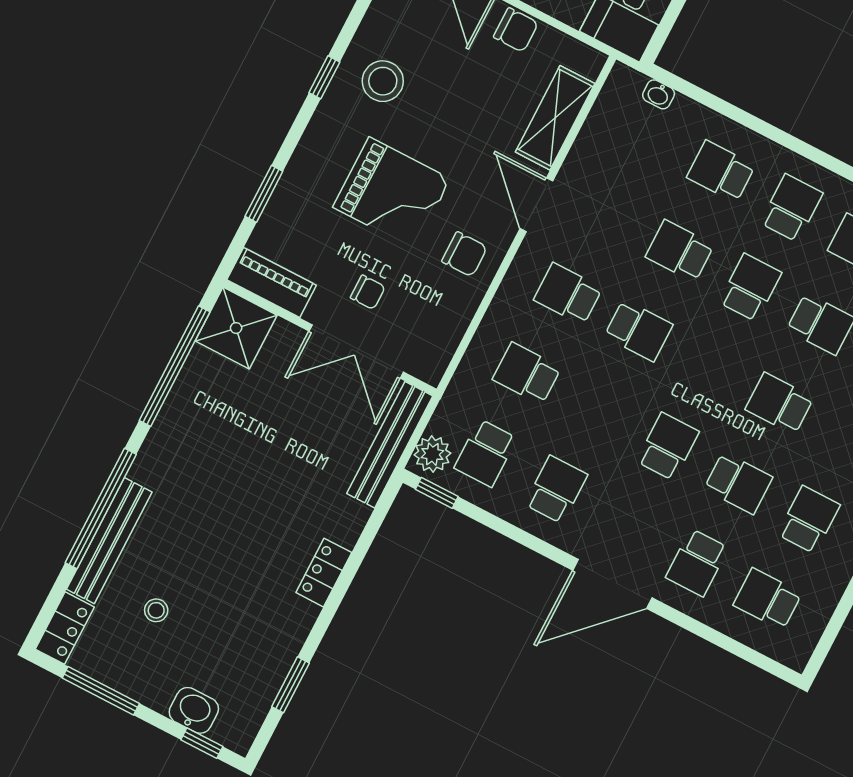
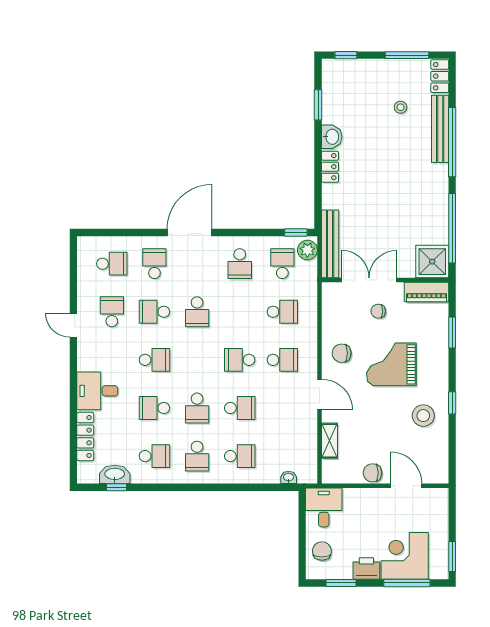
shelving: (555, 118) -> (329, 441), width x0.67, depth x0.75
school desk: (809, 520) -> (112, 312), turned 180
washbasin: (194, 710) -> (332, 137), moved, turned -90

